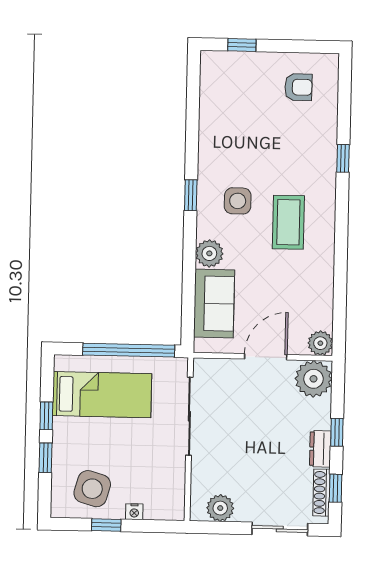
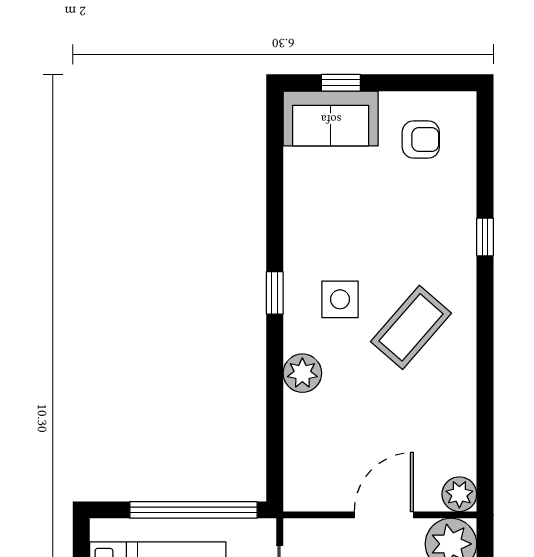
coffee table: (288, 222) -> (411, 327), turned 41
sofa: (214, 304) -> (331, 119), moved, turned 90

